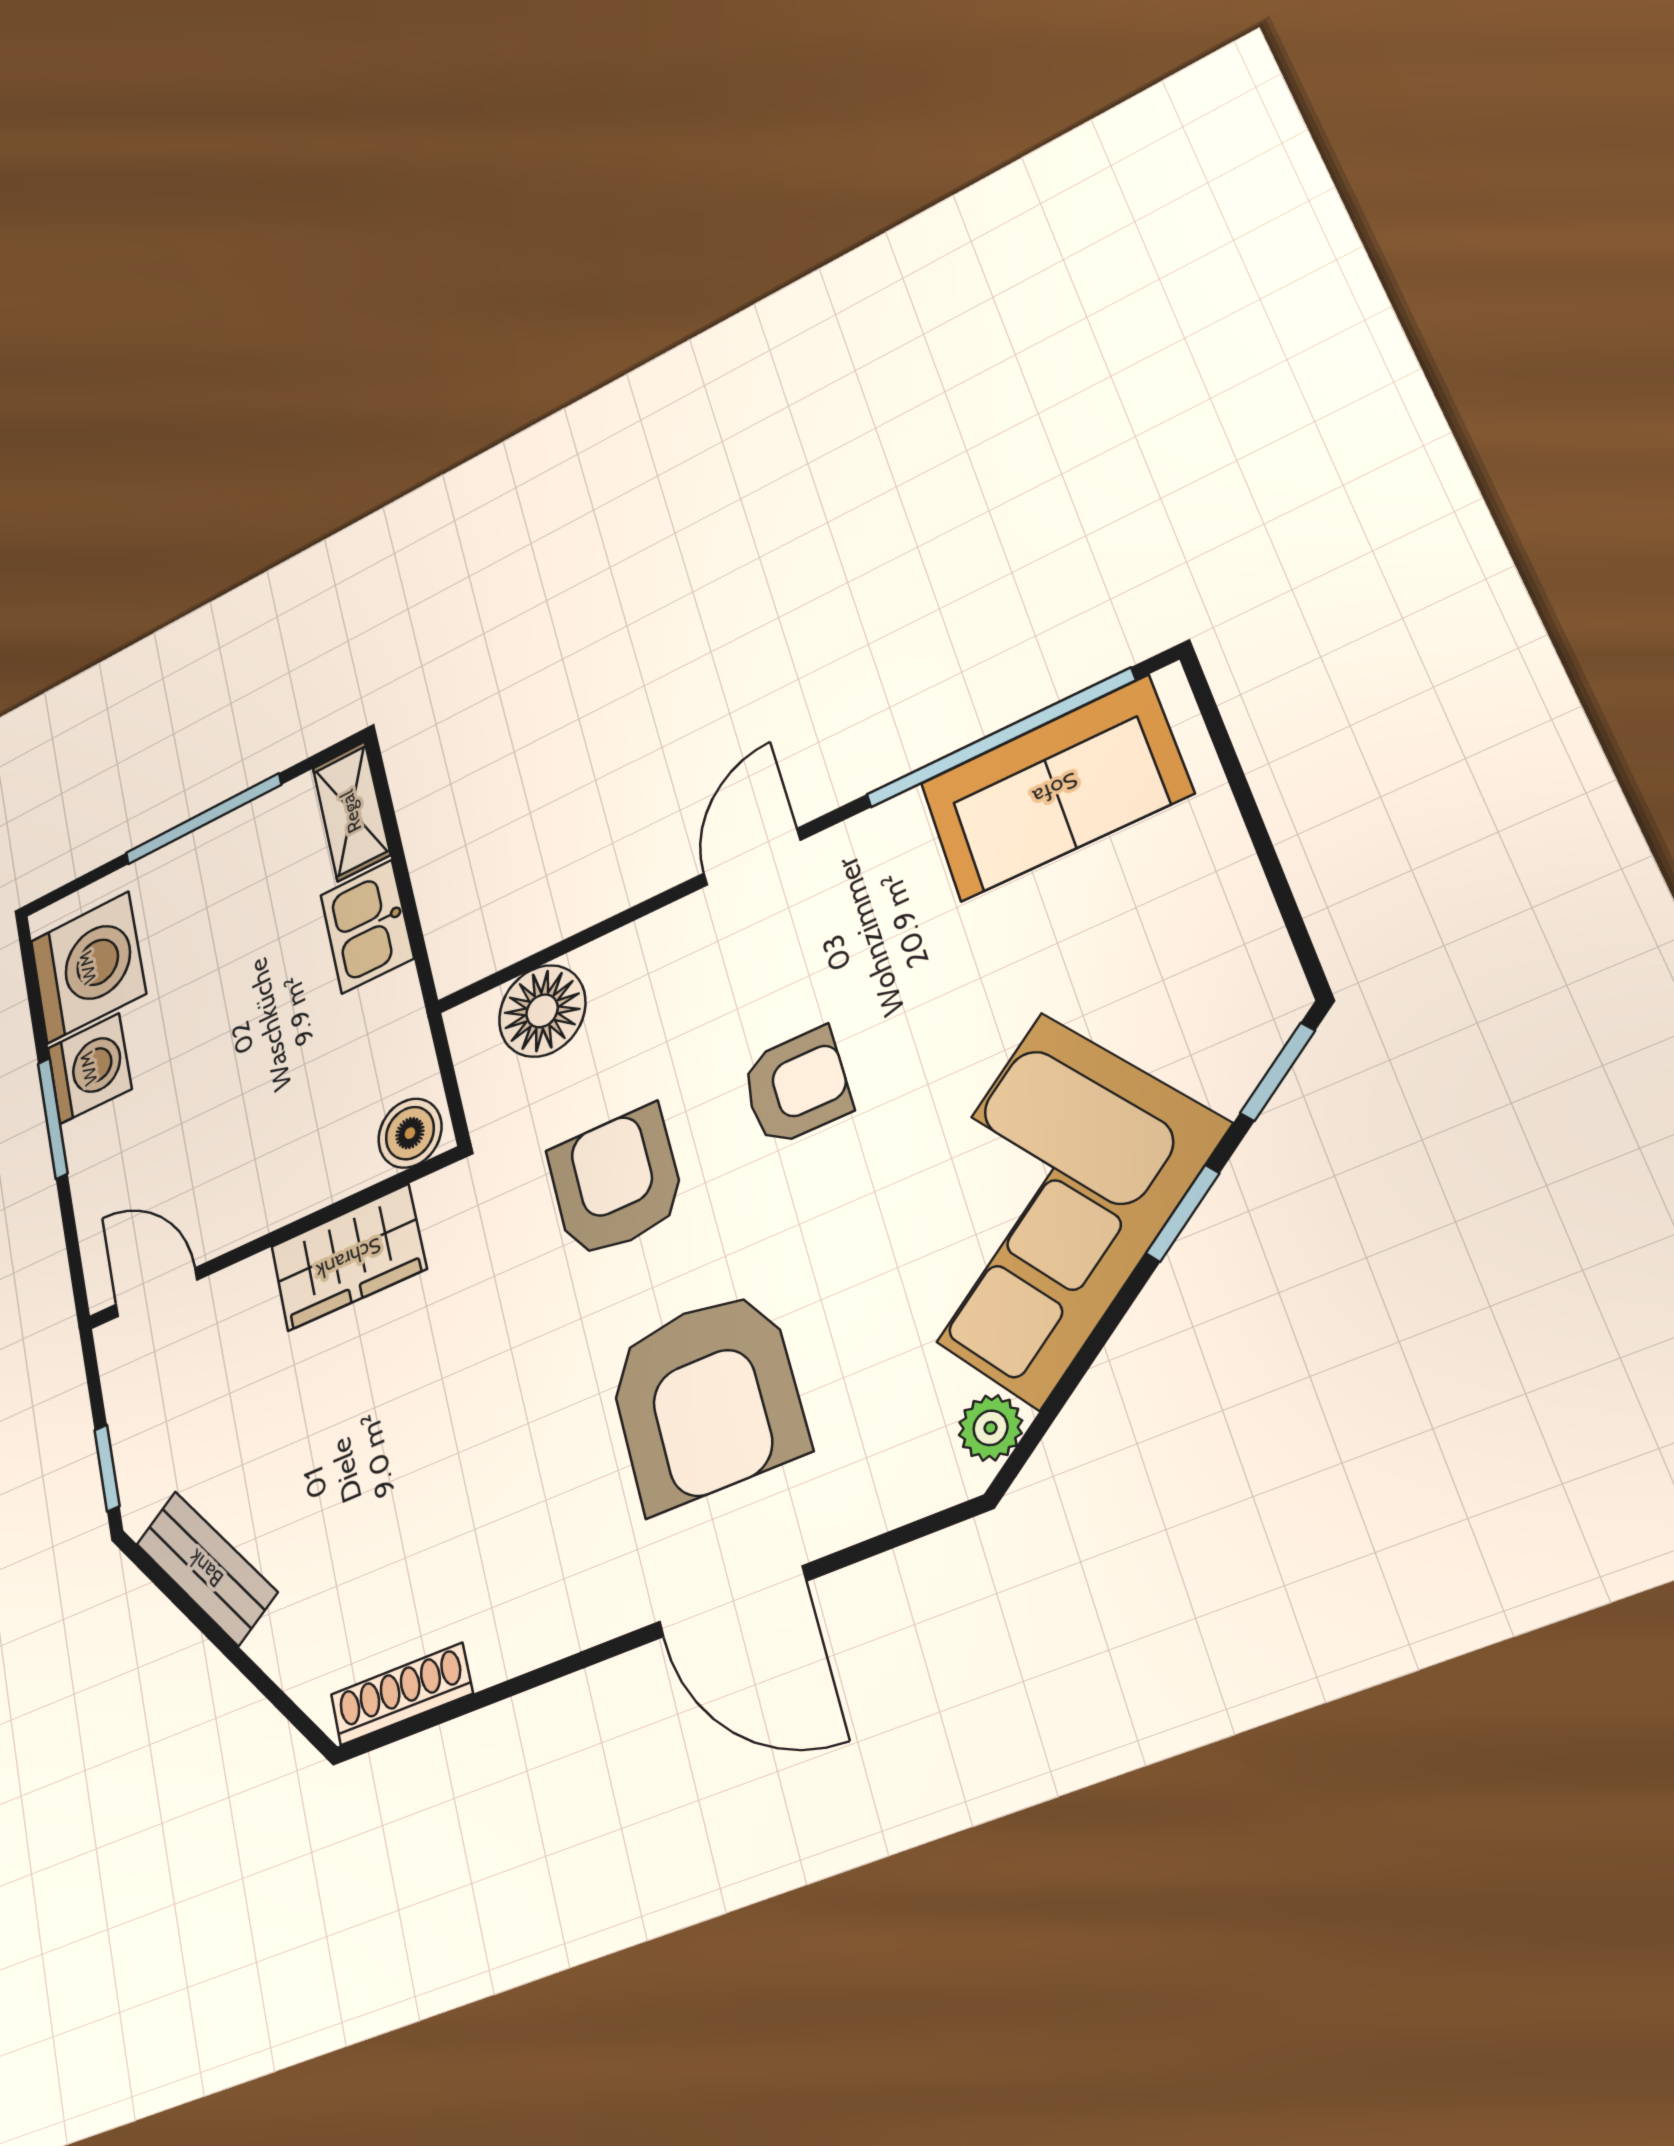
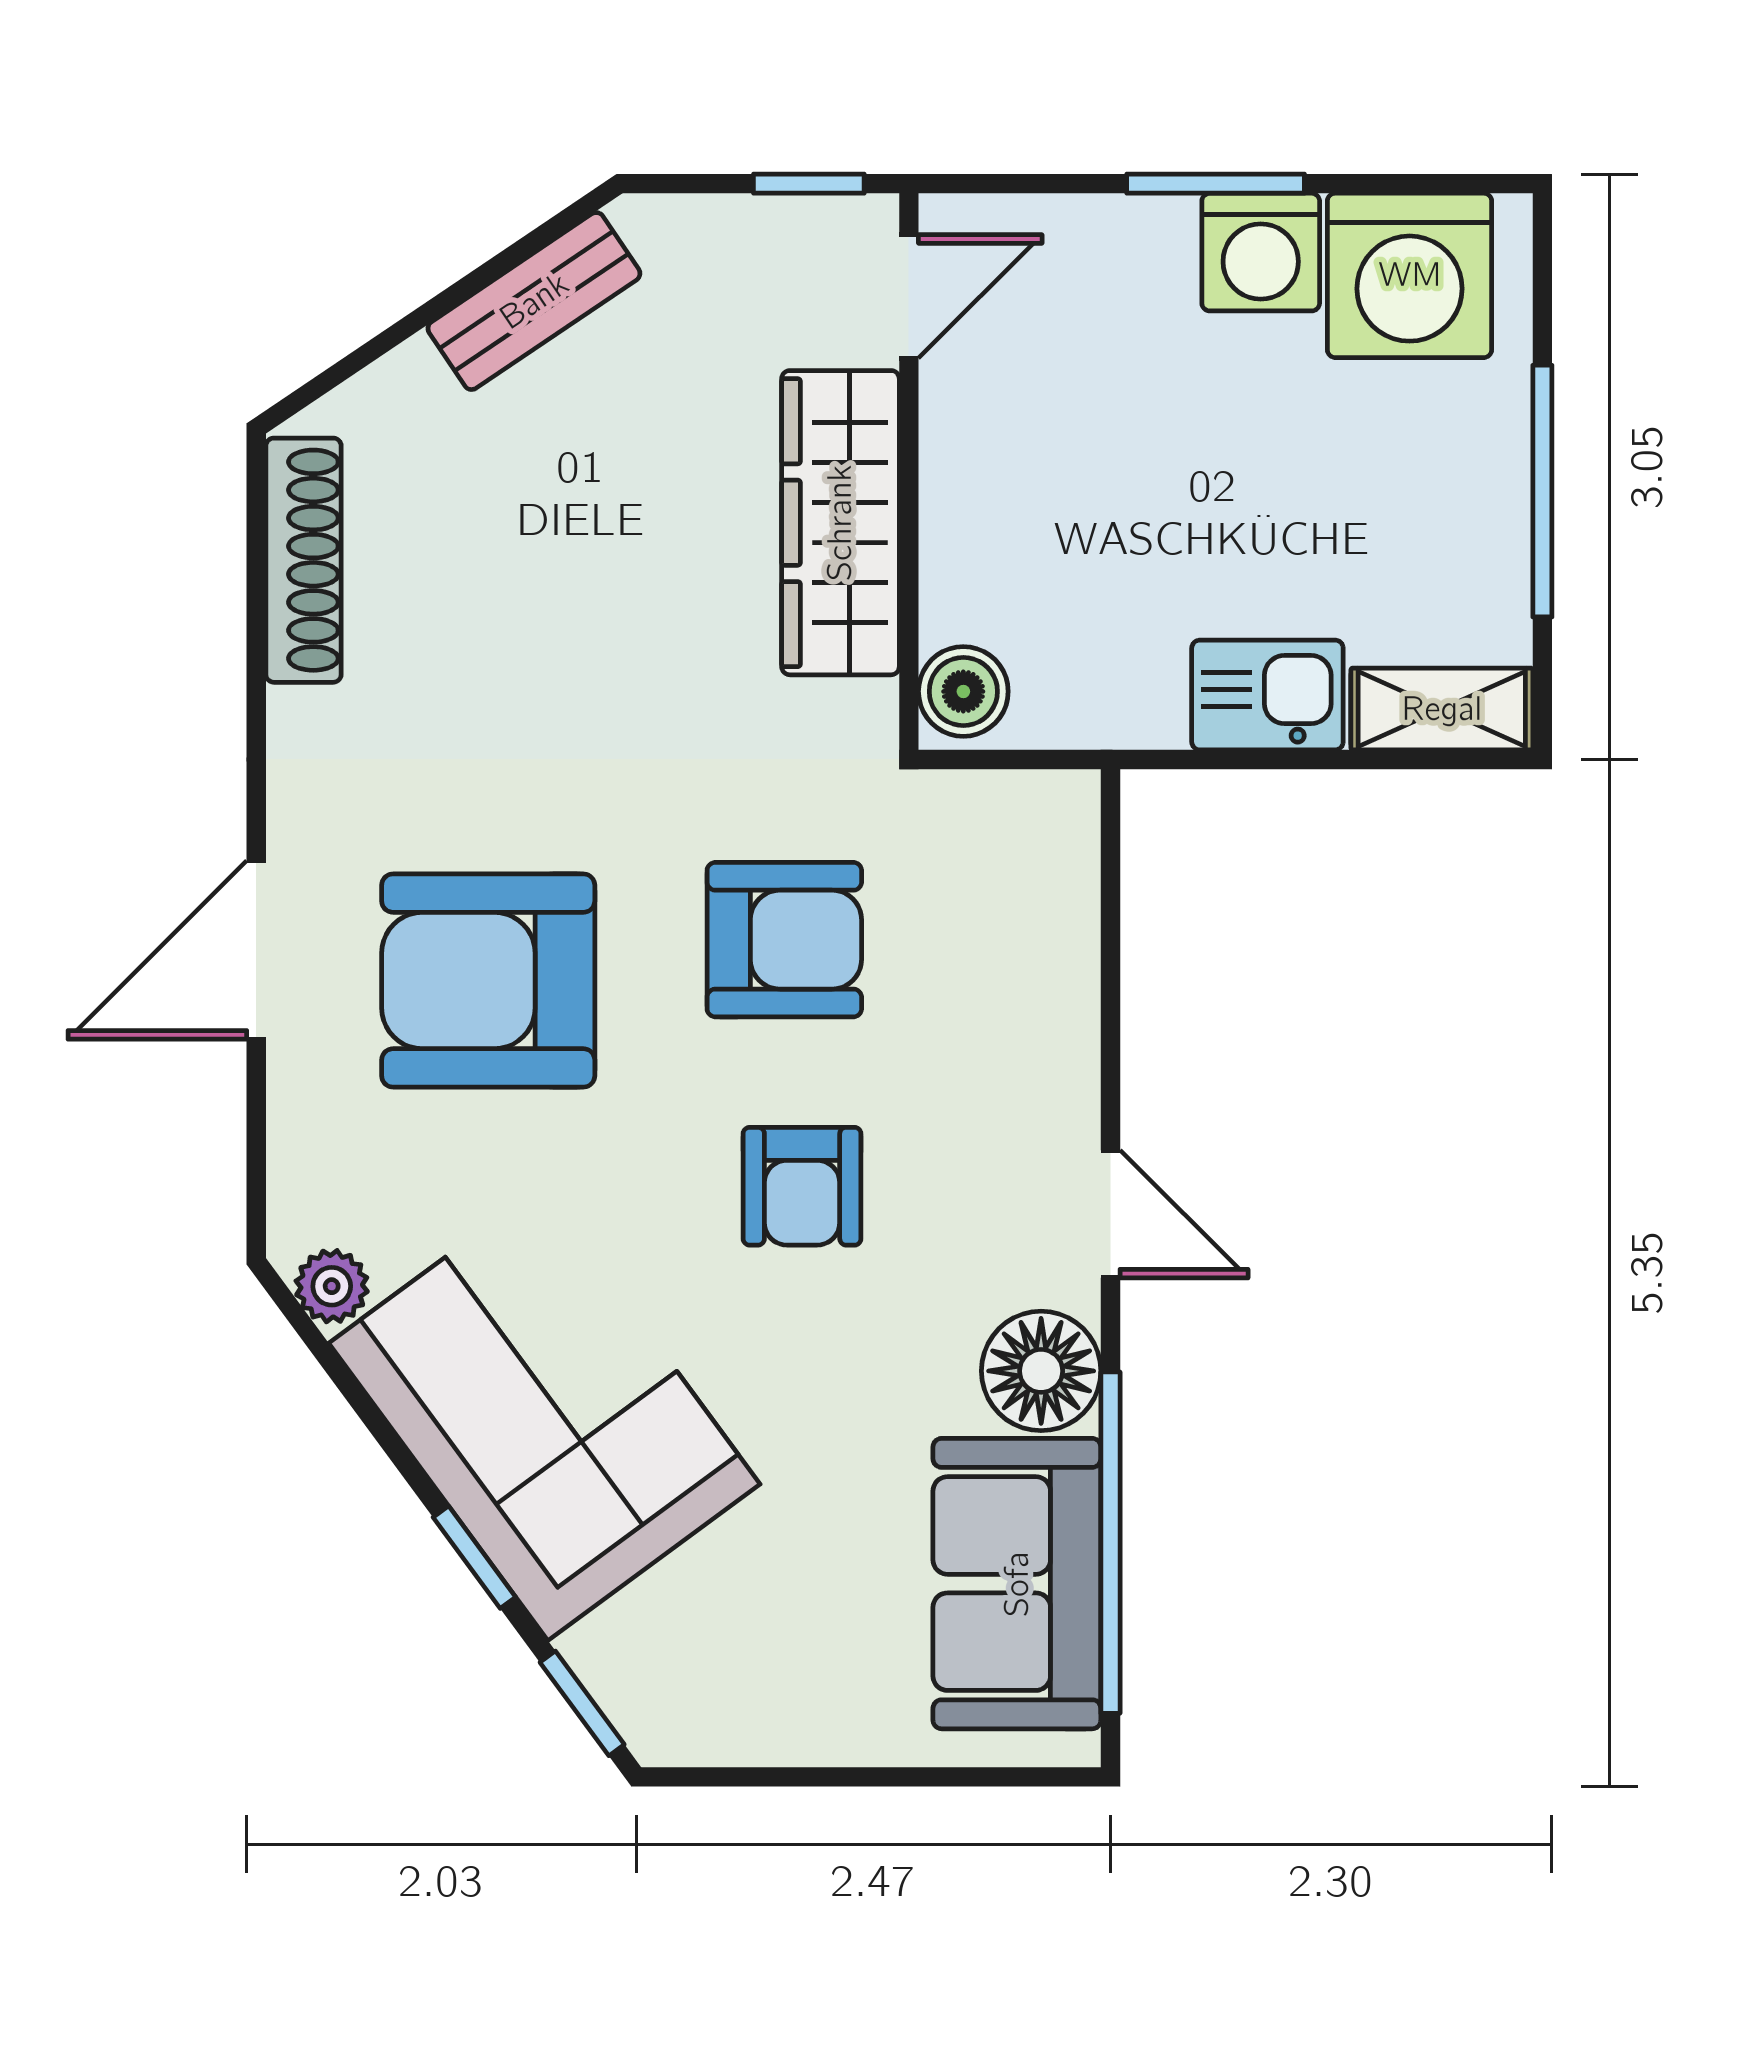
floor lamp: (542, 1011) -> (1041, 1371), moved
wardrobe: (348, 1258) -> (840, 523), width x1.50
window: (107, 1468) -> (809, 184), moved
shoe rack: (401, 1694) -> (304, 560), width x1.36, depth x1.24

